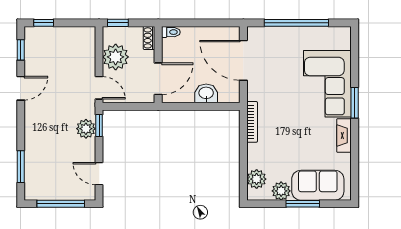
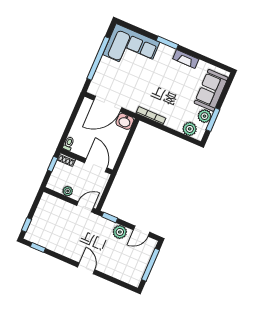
window: (118, 23) -> (53, 164), moved
plant: (116, 57) -> (68, 191), width x0.53, depth x0.53
corner sofa: (327, 84) -> (131, 48), moved
door: (21, 88) -> (86, 268), moved
washbasin: (206, 93) -> (125, 121), moved, turned -90
plant: (86, 129) -> (120, 232), moved
window: (21, 167) -> (115, 281), removed
window: (303, 204) -> (213, 120), moved

